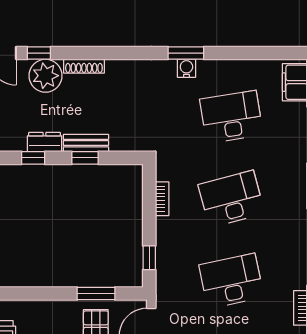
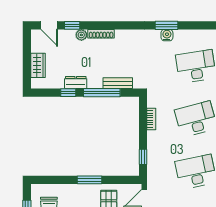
plant: (45, 76) -> (81, 35), width x0.53, depth x0.53
bench: (86, 143) -> (118, 83), moved
window: (85, 158) -> (102, 93), width x2.17
window: (96, 293) -> (90, 180), moved

